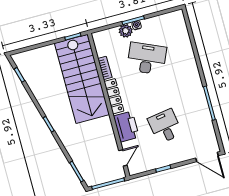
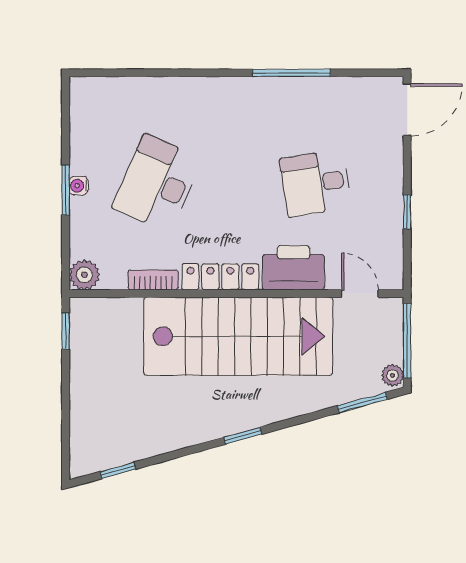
plant: (126, 31) -> (84, 275), moved
stairs: (82, 79) -> (238, 336), moved
plant: (92, 181) -> (392, 375), added

